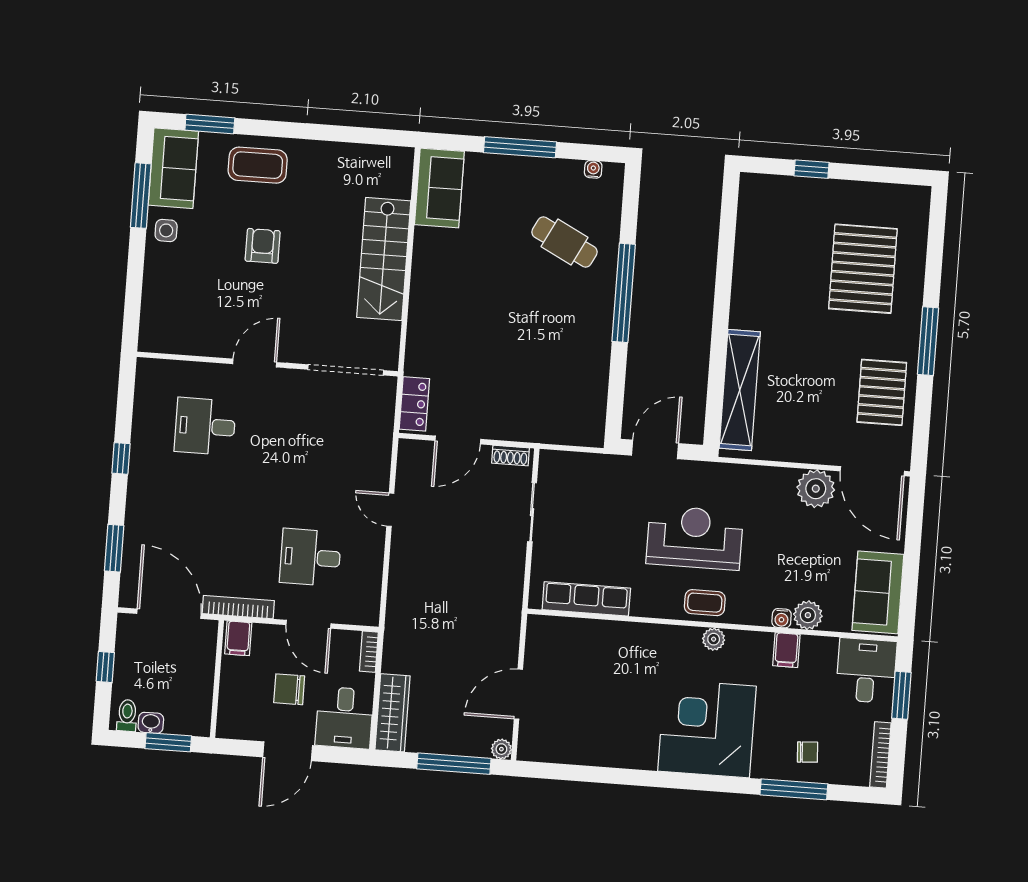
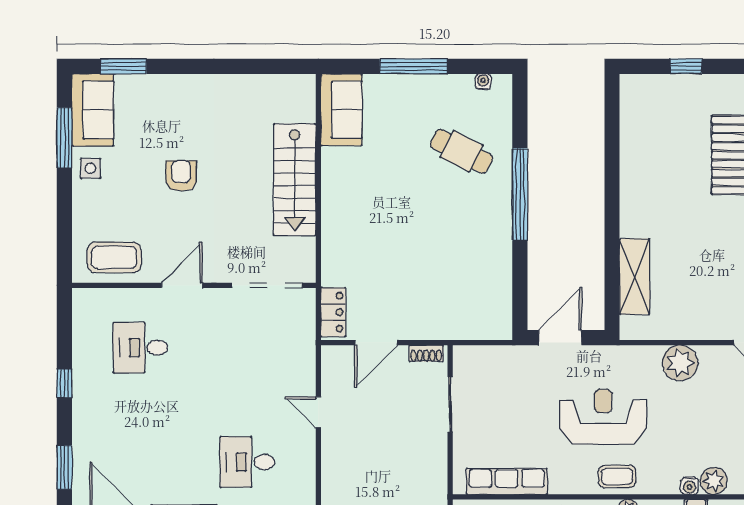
coffee table: (258, 165) -> (114, 257), moved
shelving: (740, 390) -> (635, 277), width x0.68
plant: (816, 489) -> (680, 363), moved

